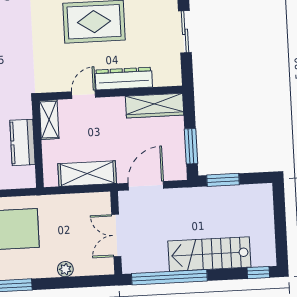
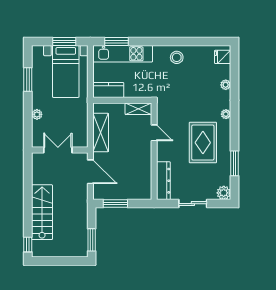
dresser: (124, 79) -> (163, 181), moved
wardrobe: (155, 106) -> (144, 180), removed
kitchen counter: (22, 142) -> (108, 90), moved
window: (223, 180) -> (92, 240), moved
window: (169, 277) -> (28, 184), removed

